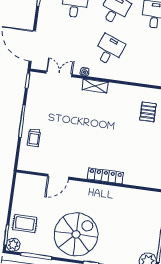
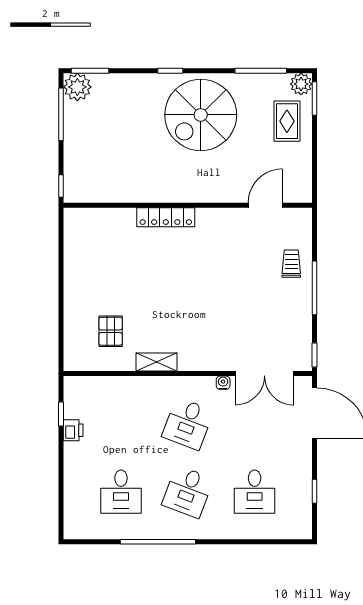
double door: (59, 74) -> (264, 374), width x1.37
shelving: (95, 86) -> (156, 362), moved
door: (58, 177) -> (265, 205), moved
rug: (25, 224) -> (287, 121), turned 90

